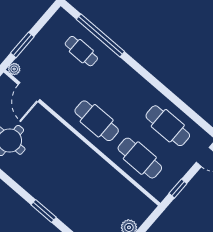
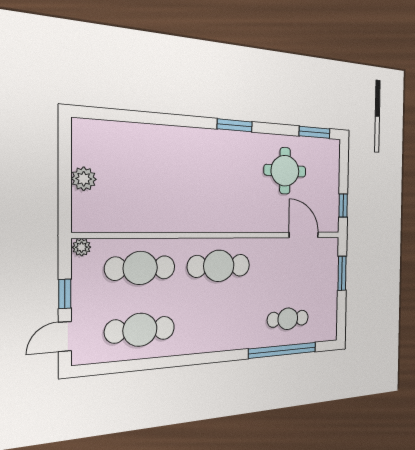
plant: (14, 69) -> (82, 247), moved
window: (178, 189) -> (65, 294), moved
window: (44, 211) -> (235, 125), moved

